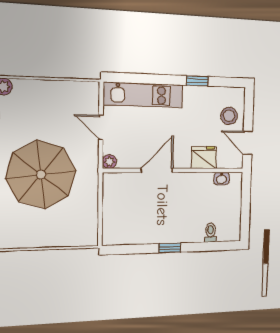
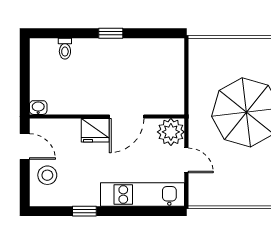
fridge: (204, 158) -> (95, 130), moved
plant: (110, 162) -> (171, 132), width x1.87, depth x1.87
washbasin: (222, 179) -> (38, 108), moved

